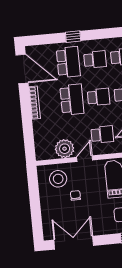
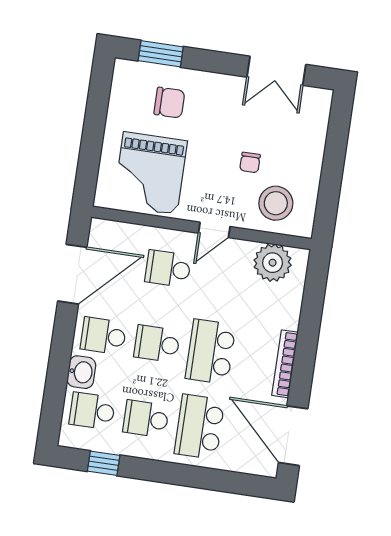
window: (73, 37) -> (104, 463), moved
plant: (65, 149) -> (273, 263), moved
double door: (74, 243) -> (276, 71), width x0.73

